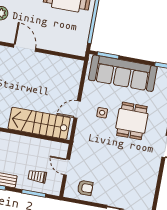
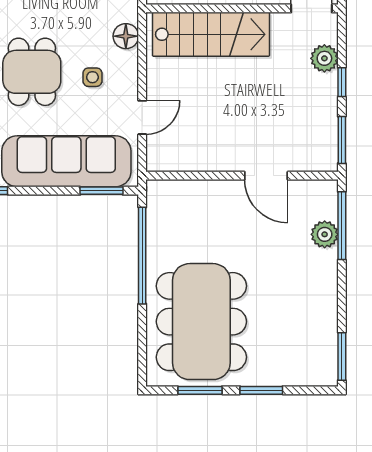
door: (77, 109) -> (142, 117), moved
floor lamp: (82, 130) -> (126, 36), added

